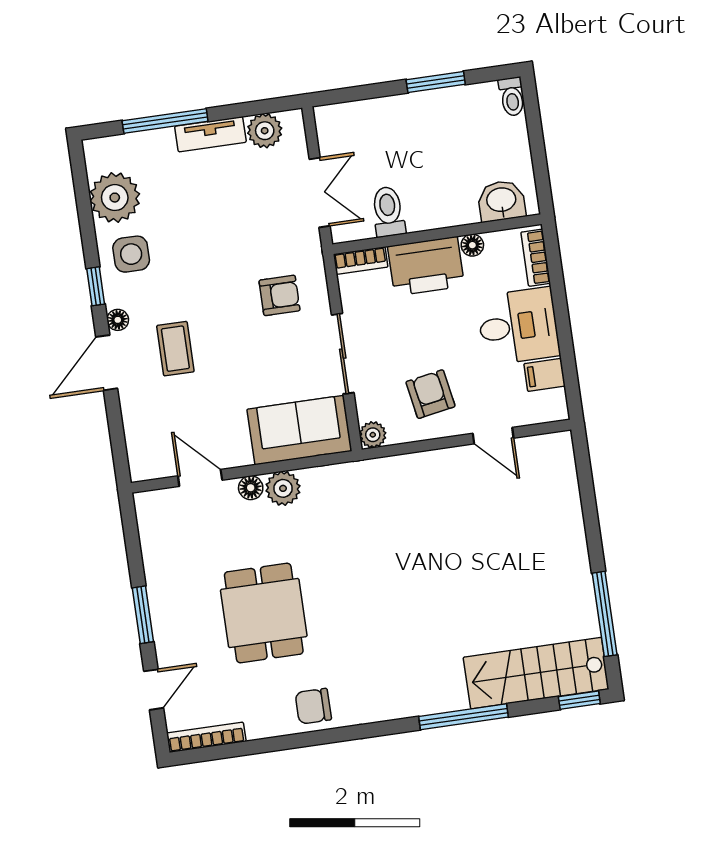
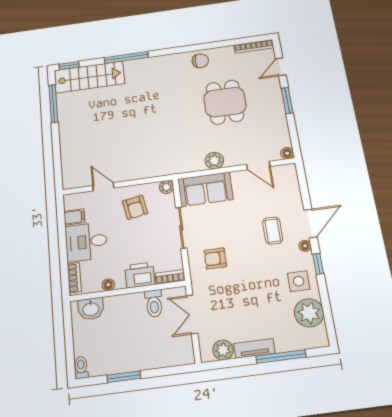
printer: (426, 266) -> (140, 275), width x0.73, depth x0.84
floor lamp: (251, 488) -> (287, 153), moved

